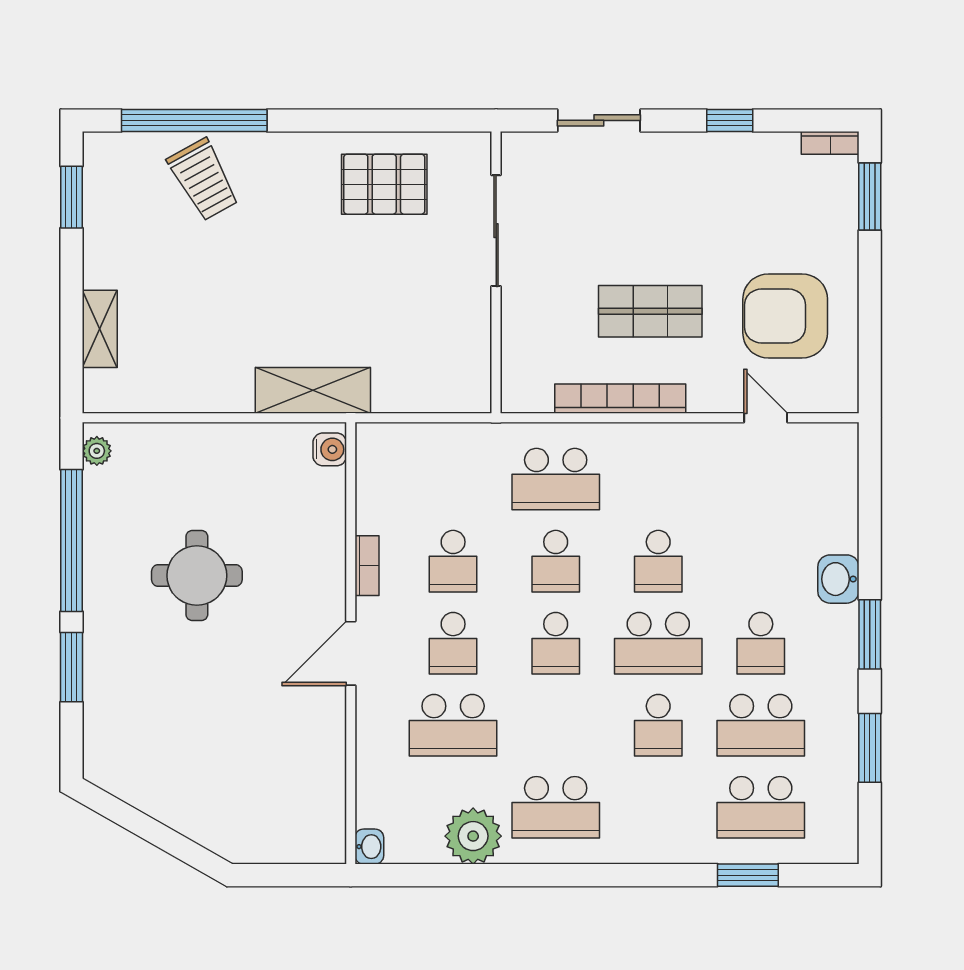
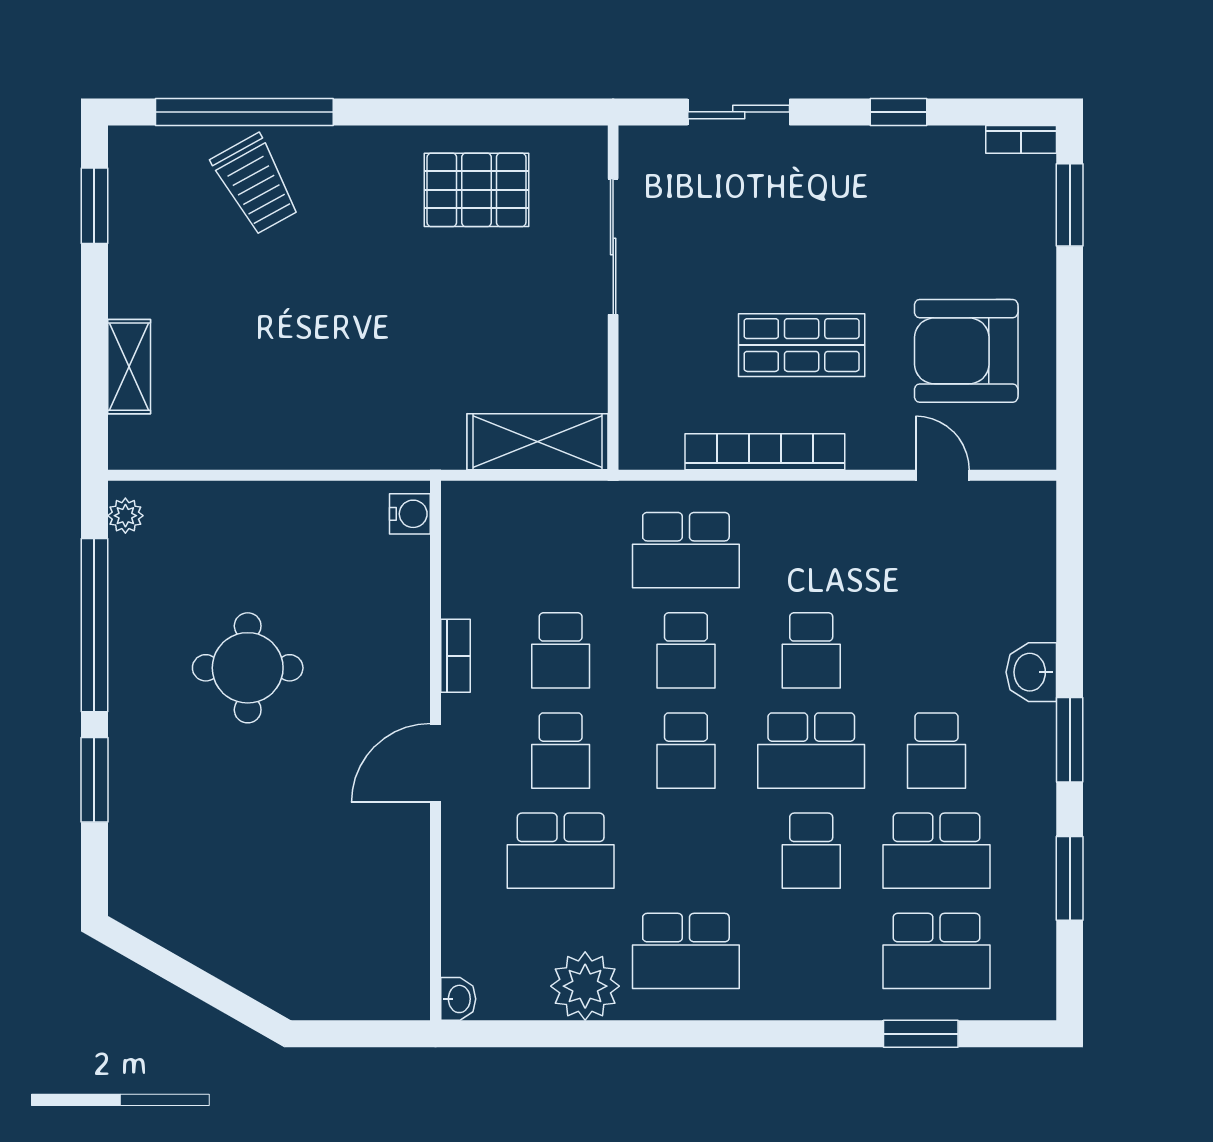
shelving: (313, 390) -> (537, 442), moved

